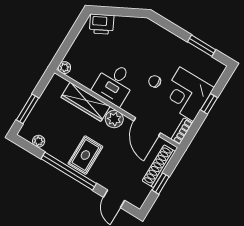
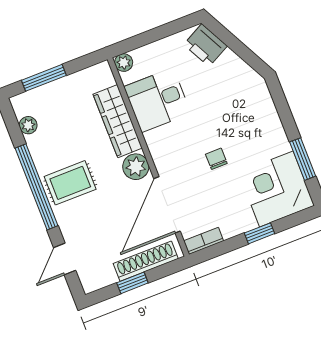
desk: (114, 84) -> (157, 100), moved
corner desk: (187, 94) -> (276, 189), moved
door: (147, 127) -> (167, 205), width x1.36

